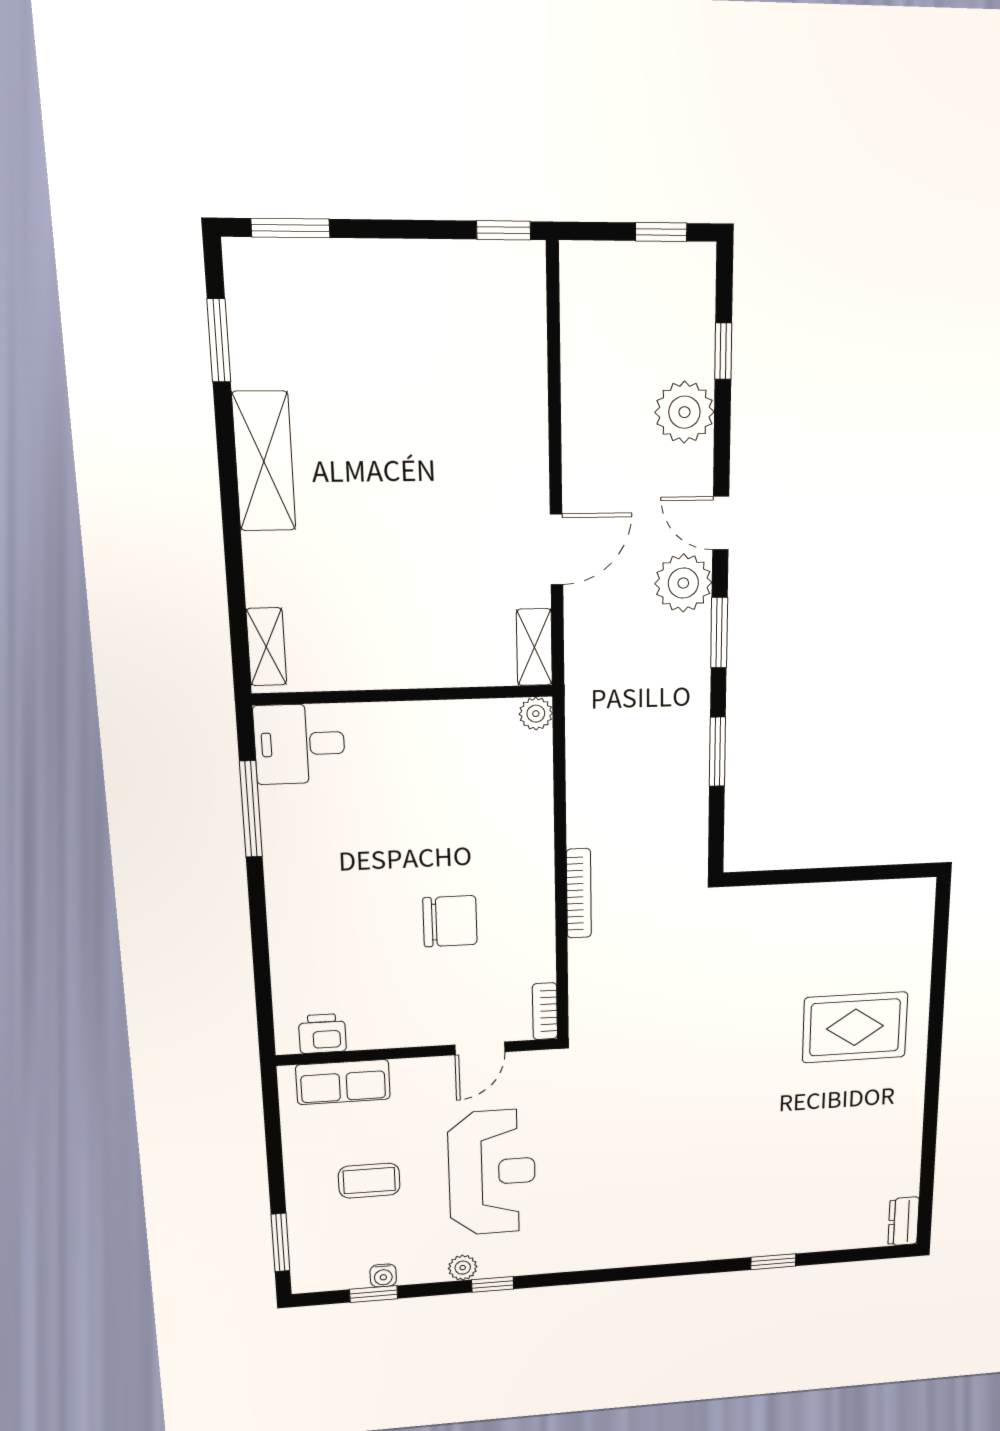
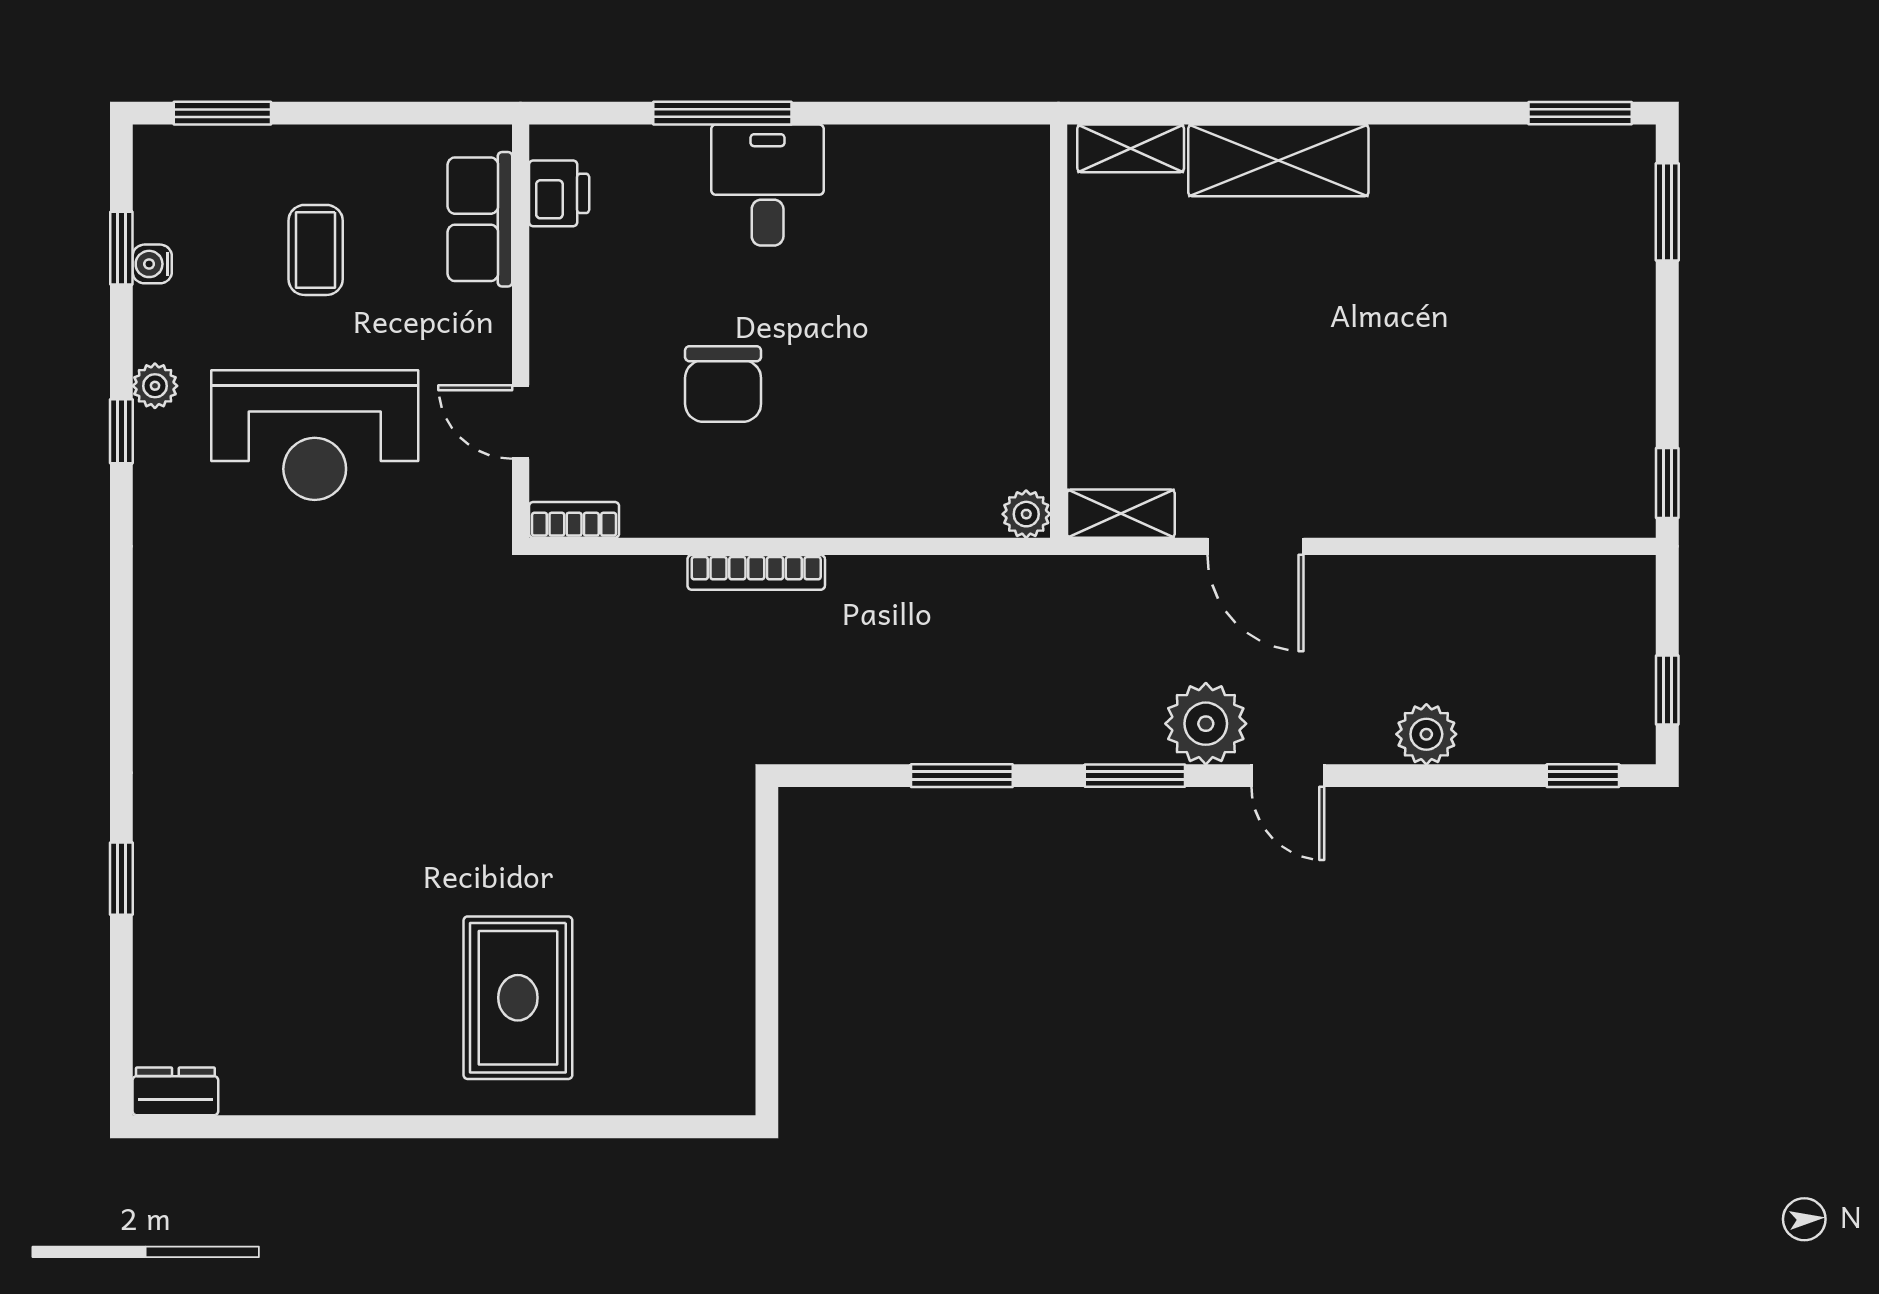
window: (219, 340) -> (1580, 113), moved
window: (723, 351) -> (1583, 776), moved
plant: (684, 412) -> (1426, 734), width x0.73, depth x0.73
shelving: (264, 461) -> (1278, 160), moved
door: (721, 523) -> (1288, 776), swing flipped
desk: (300, 744) -> (768, 185), moved
window: (251, 809) -> (722, 113), moved

